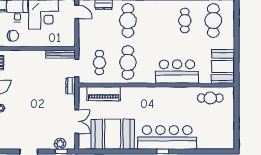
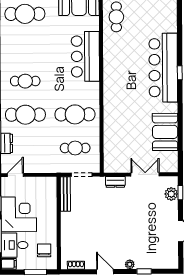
cafe table: (185, 21) -> (25, 81), moved
dresser: (71, 86) -> (115, 182), moved
piano: (104, 94) -> (112, 143), removed
booth: (113, 134) -> (165, 132), width x0.73, depth x0.70

